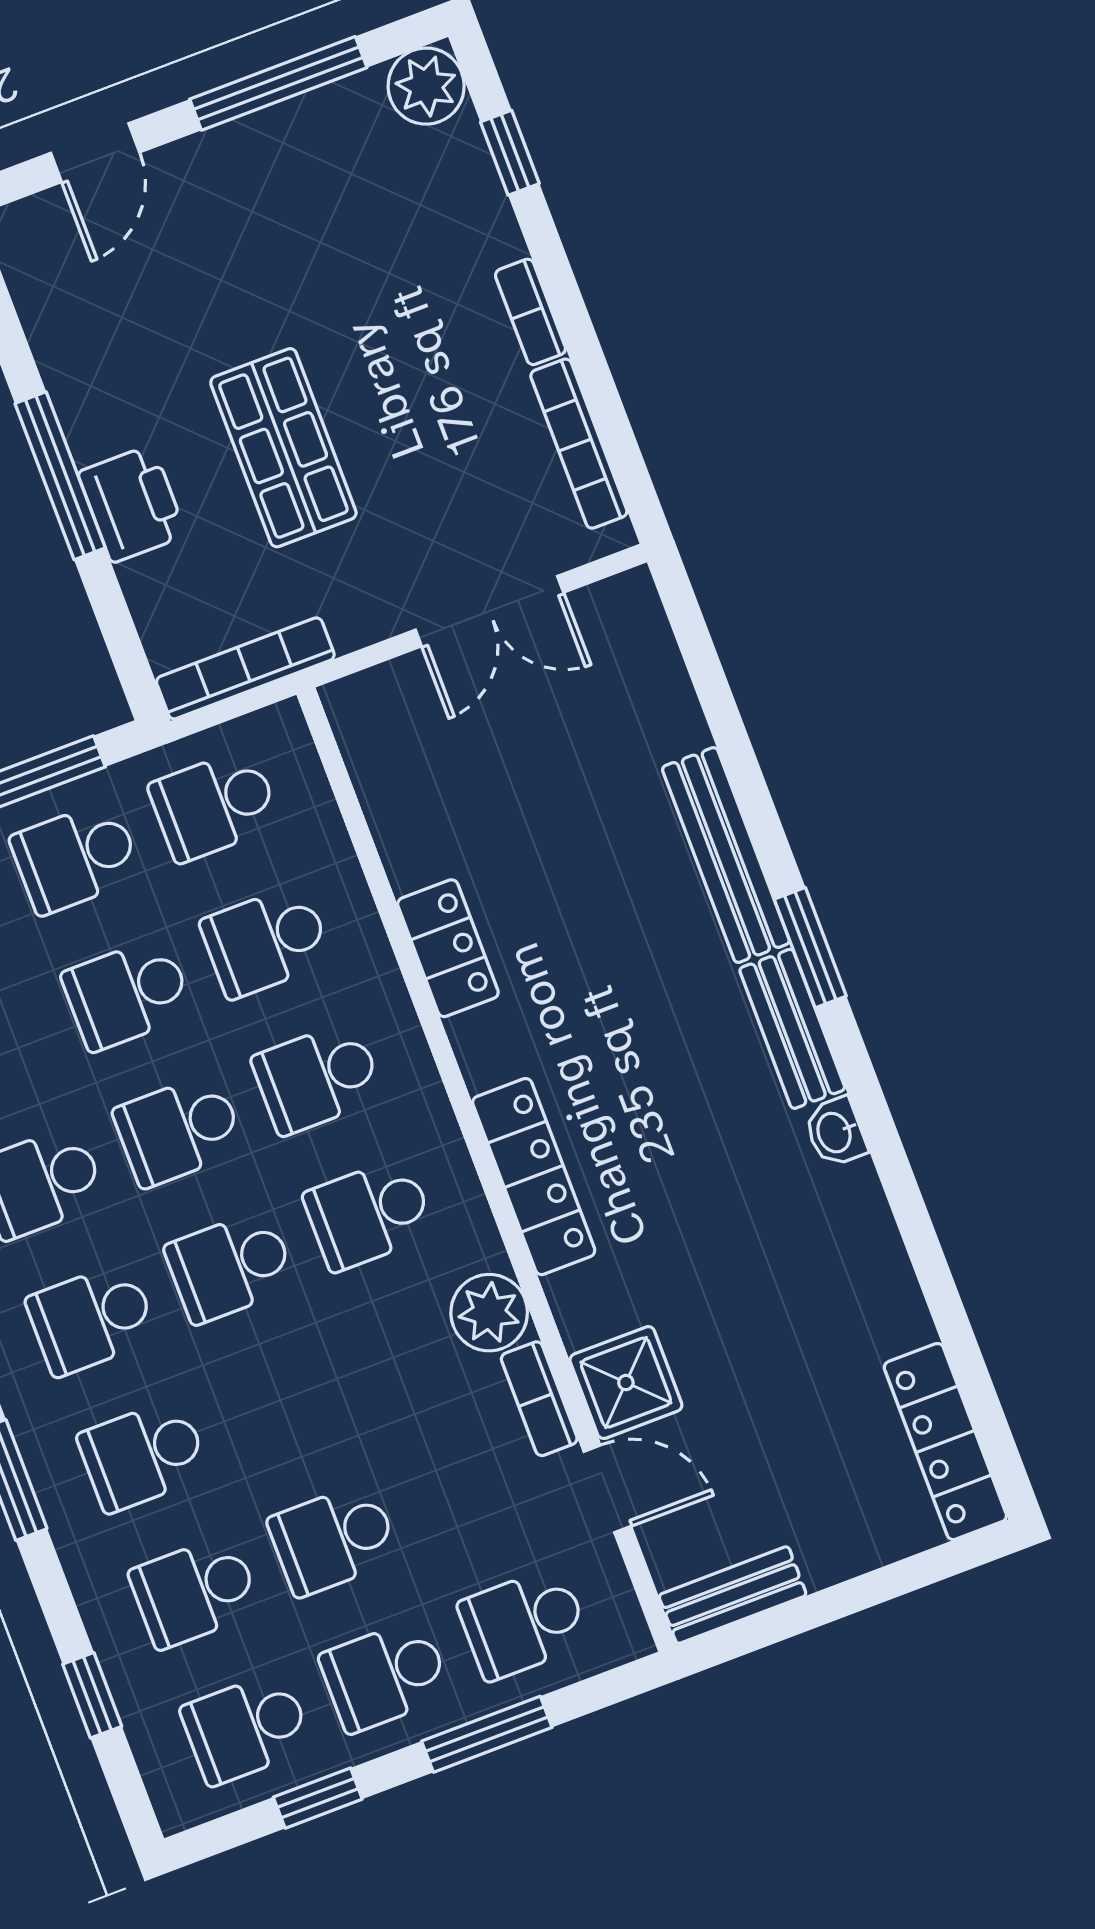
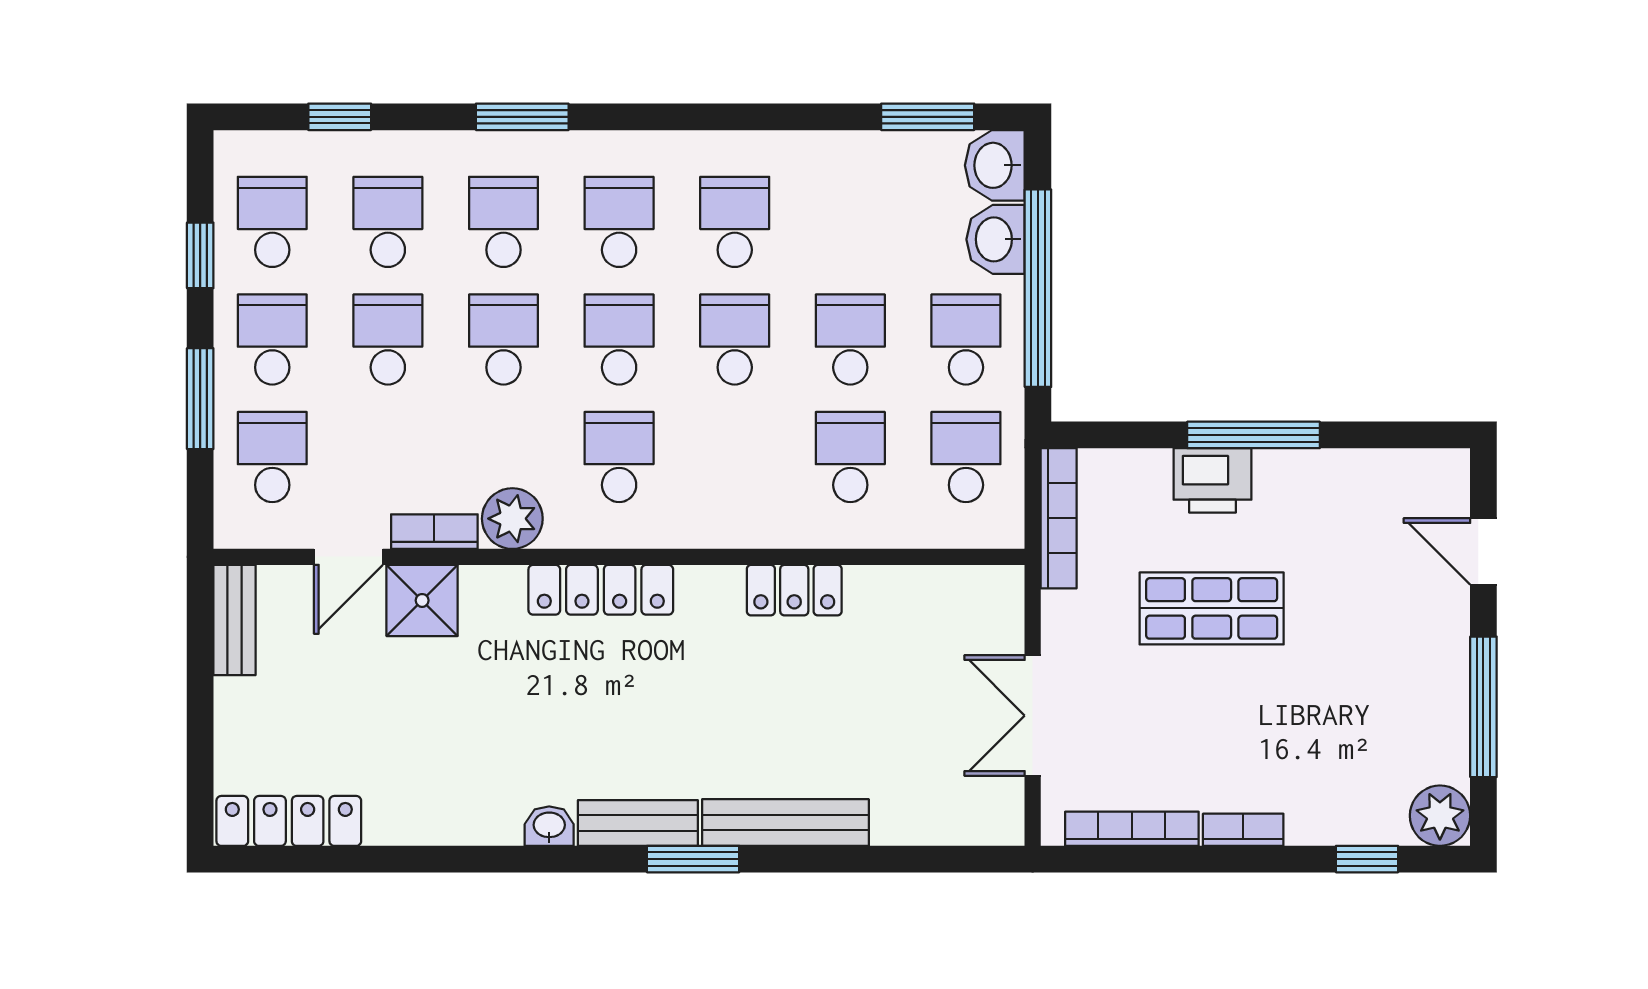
school desk: (317, 1078) -> (503, 339), moved

